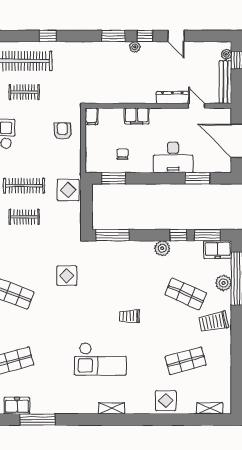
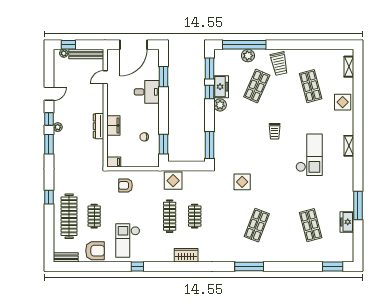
dresser: (172, 97) -> (99, 126), moved
desk: (173, 157) -> (147, 92), width x0.73
freezer: (218, 250) -> (221, 87), moved

